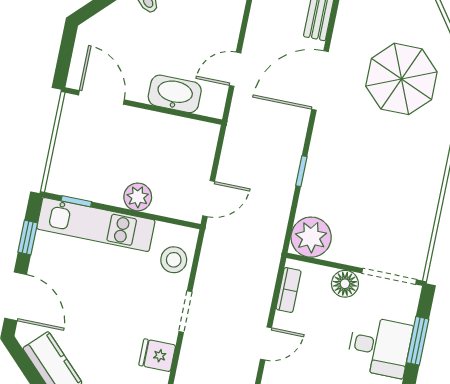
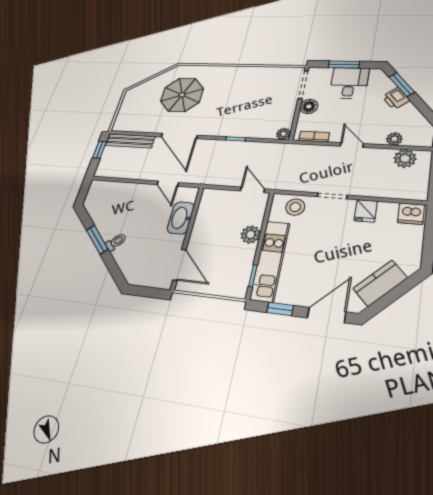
door: (101, 97) -> (179, 265), swing flipped
plant: (311, 237) -> (283, 134), width x0.53, depth x0.53

